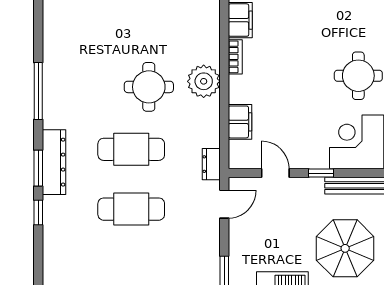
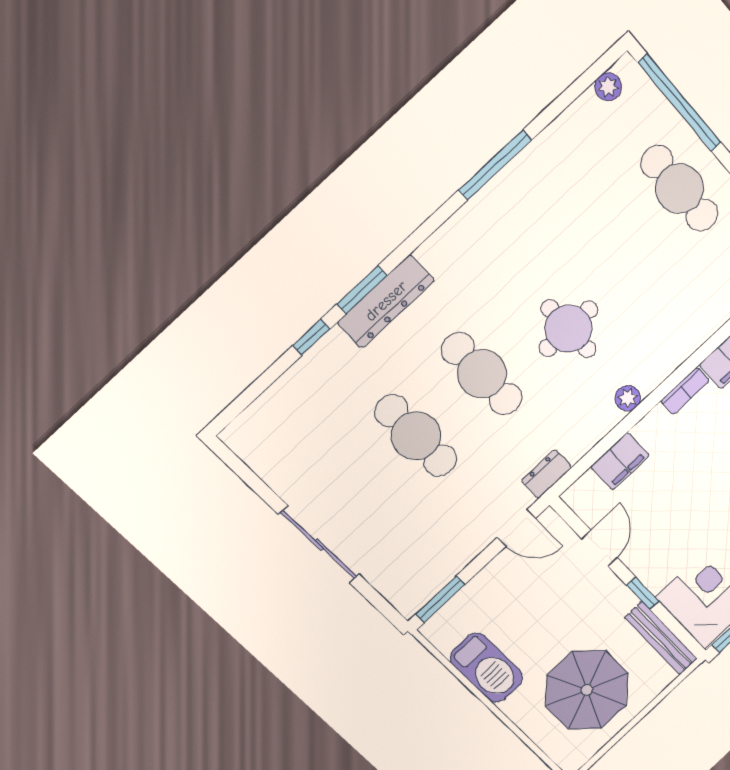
plant: (204, 81) -> (628, 398), width x0.53, depth x0.53
window: (38, 91) -> (495, 165), moved

